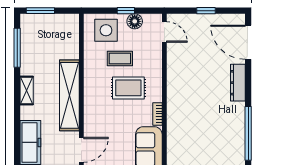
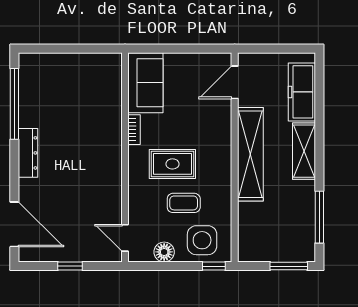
window: (126, 11) -> (214, 266), moved
dresser: (238, 83) -> (28, 153), moved
shelving: (27, 91) -> (304, 151), width x1.50, depth x1.33

